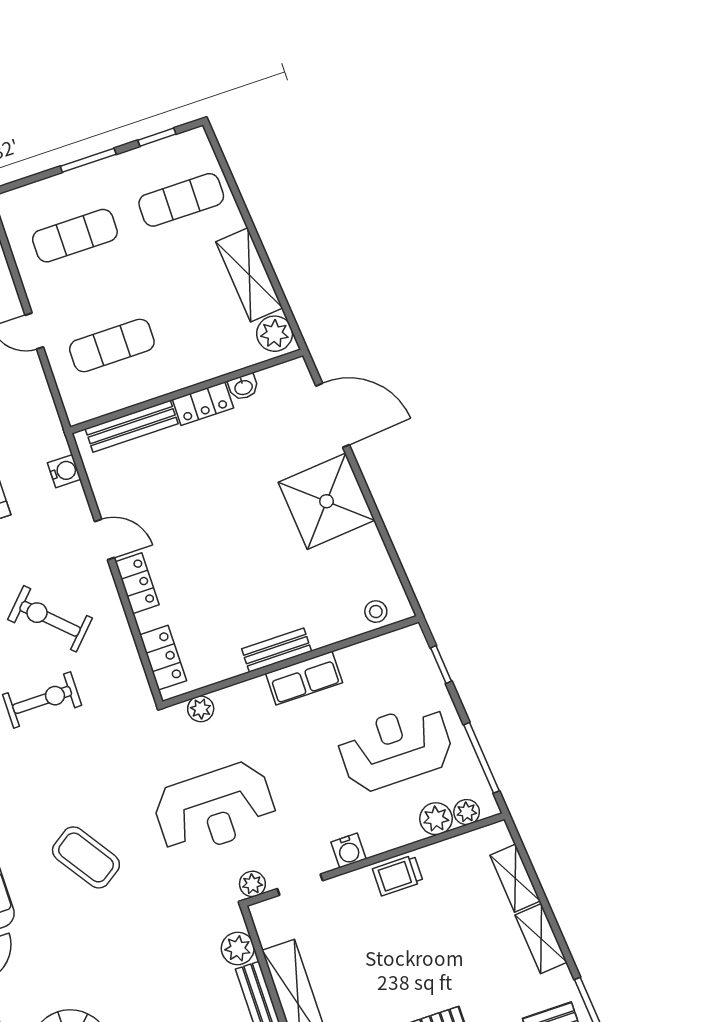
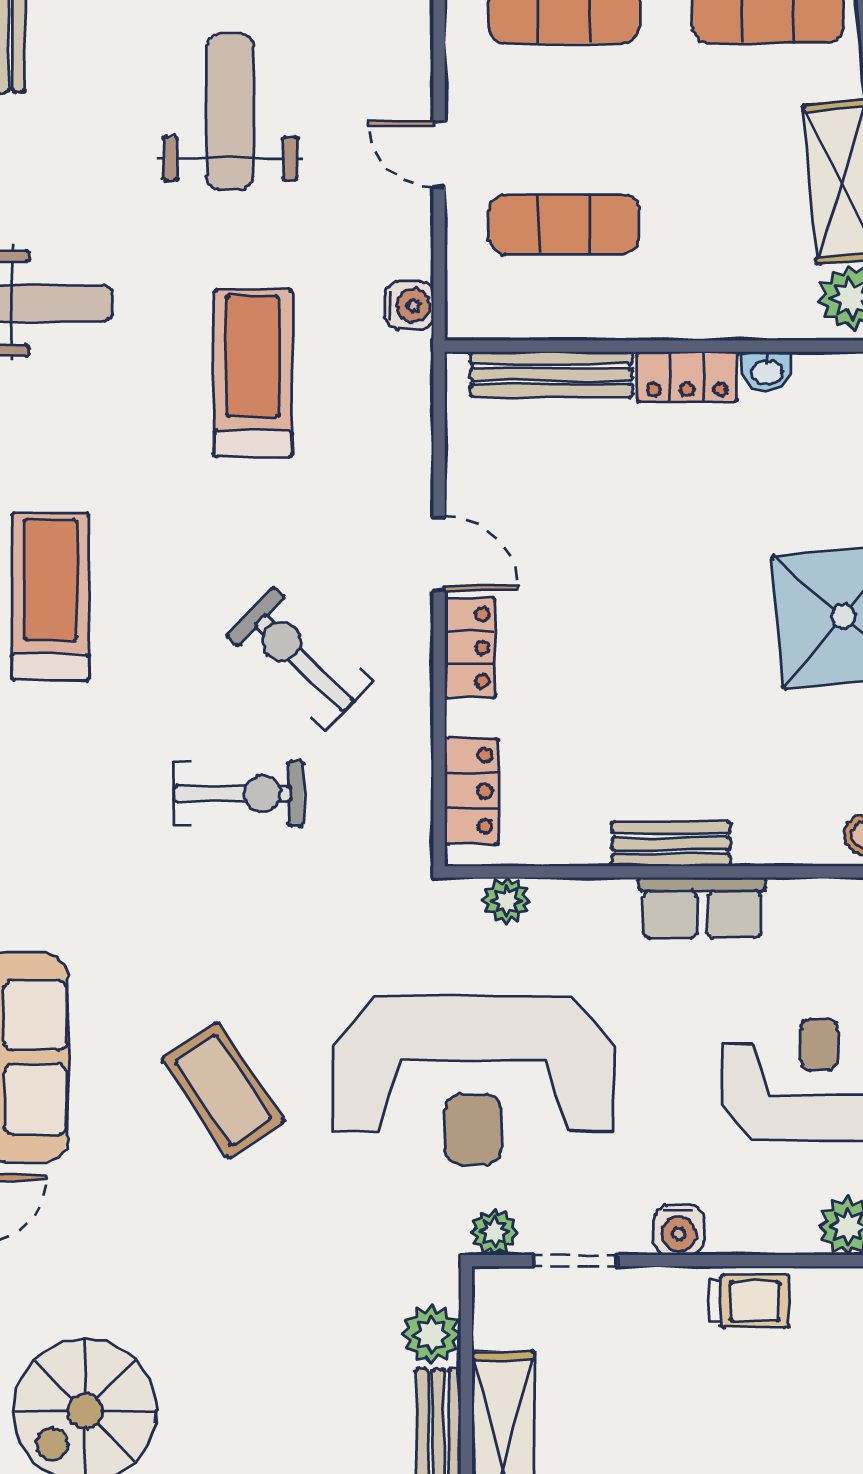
water cooler: (64, 471) -> (409, 305), moved
reception desk: (215, 809) -> (473, 1080), width x1.36, depth x1.30
trolley: (398, 875) -> (749, 1301), turned 180

